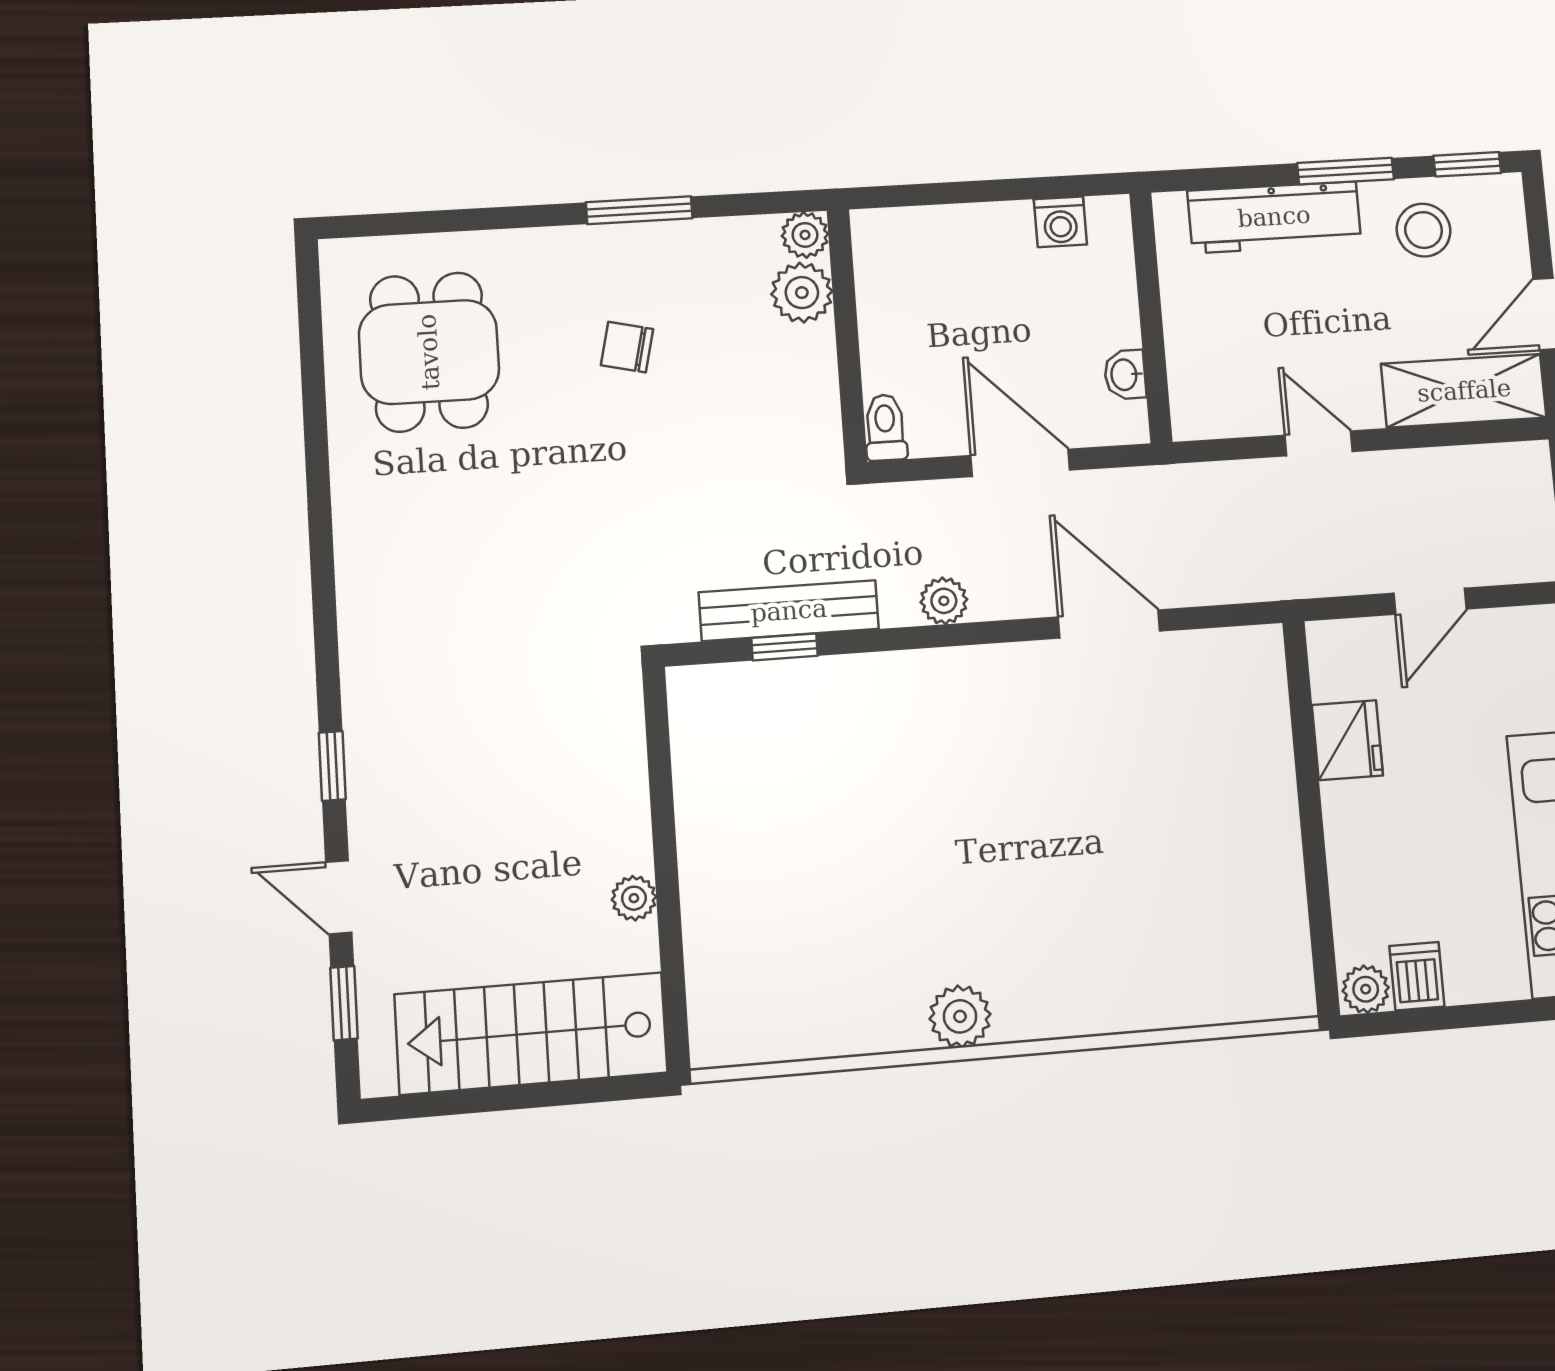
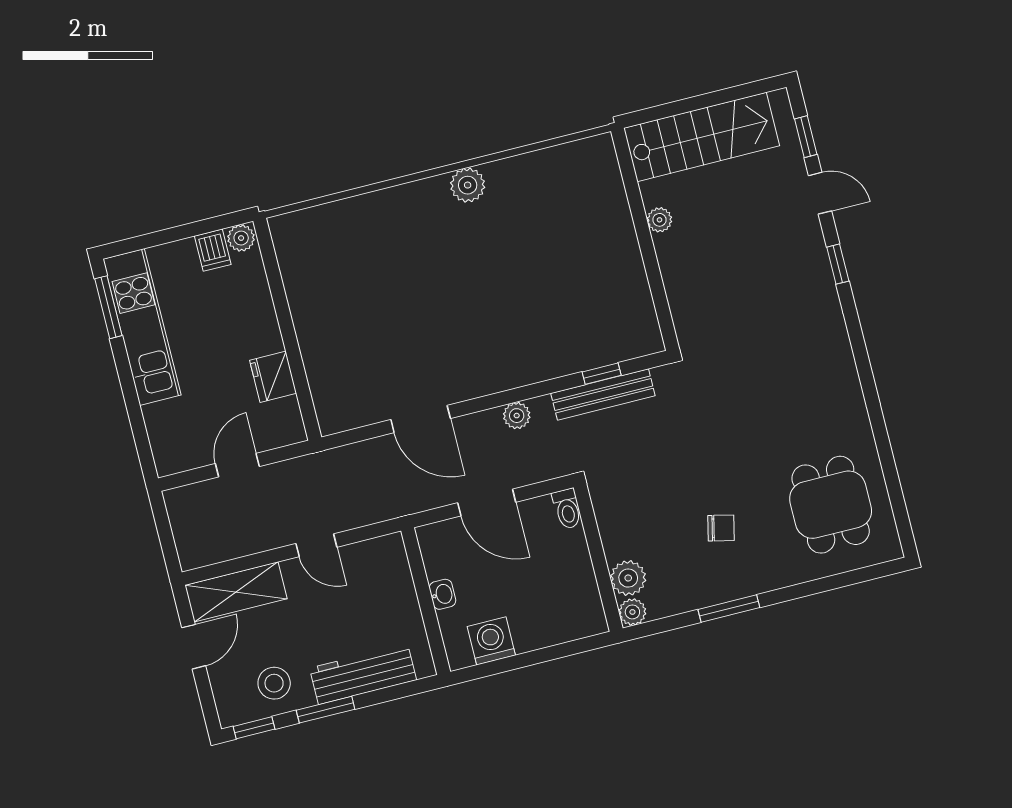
washing machine: (1060, 222) -> (491, 641), width x1.38, depth x1.38
washbasin: (1125, 375) -> (442, 594), moved

